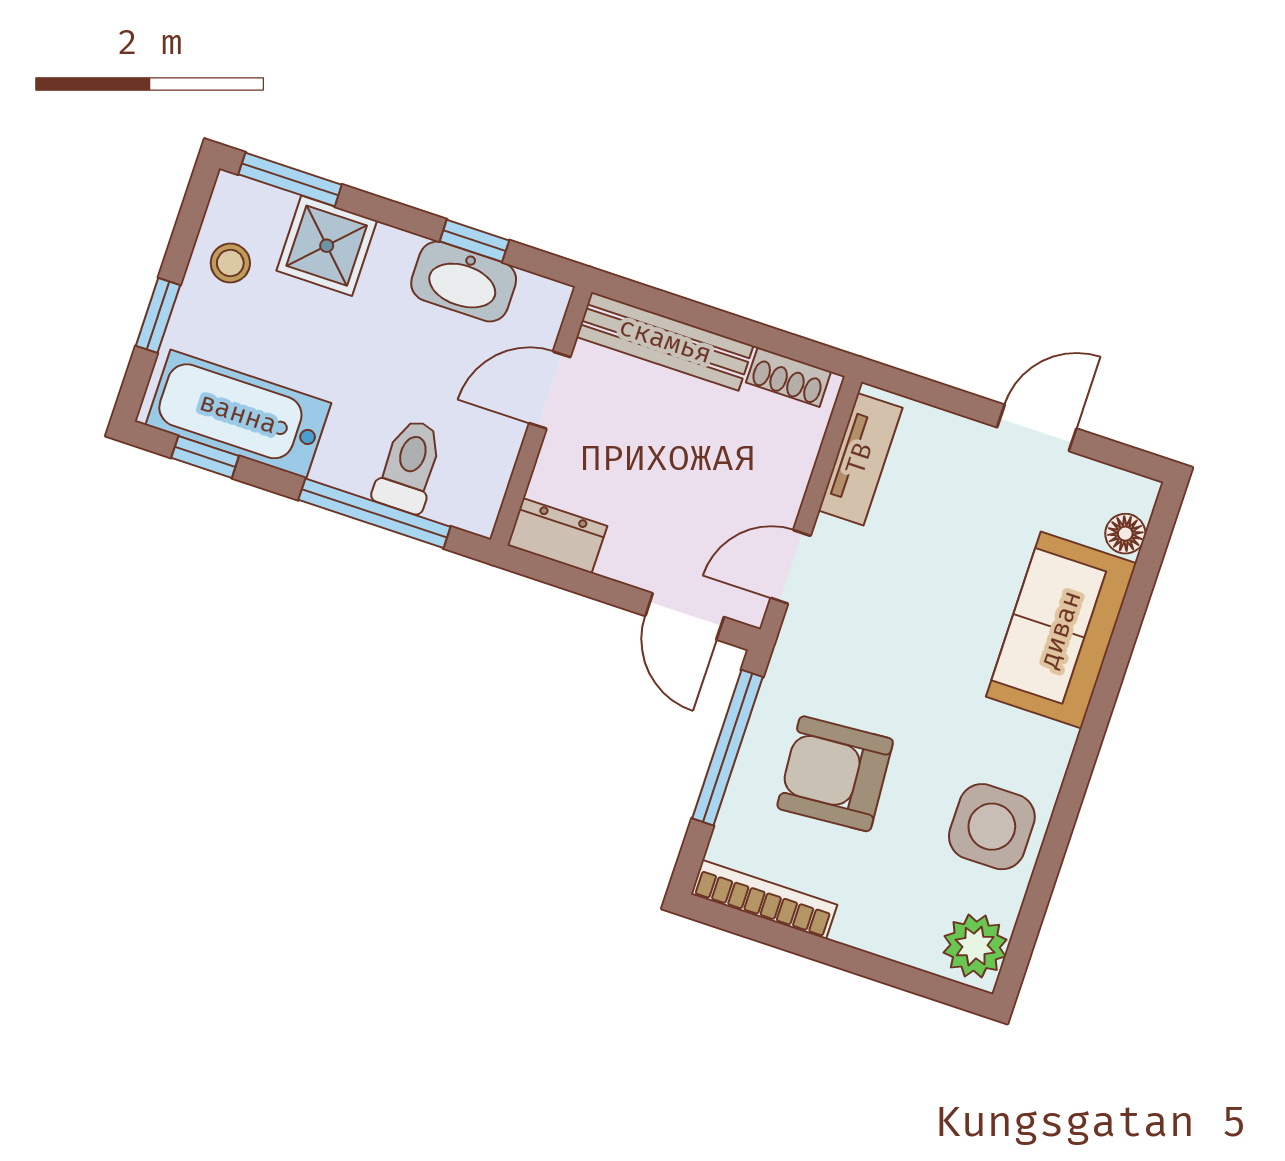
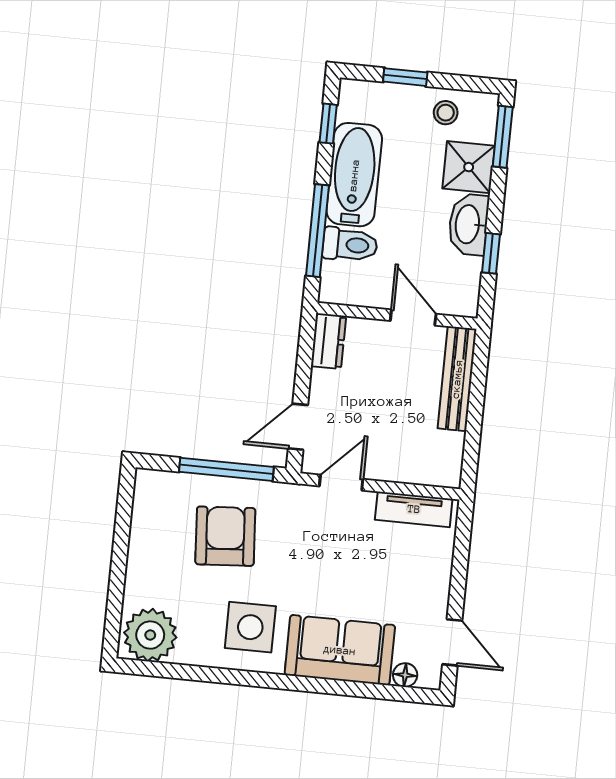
washbasin: (464, 281) -> (468, 224), moved
shoe rack: (789, 377) -> (452, 456), removed
bathtub: (238, 414) -> (354, 175), moved
door: (1037, 428) -> (452, 642), moved
door: (791, 567) -> (341, 483), hinge flipped
side table: (992, 827) -> (250, 627), moved
bookcase: (764, 899) -> (142, 511), removed
plant: (975, 946) -> (150, 635), width x1.36, depth x1.36

